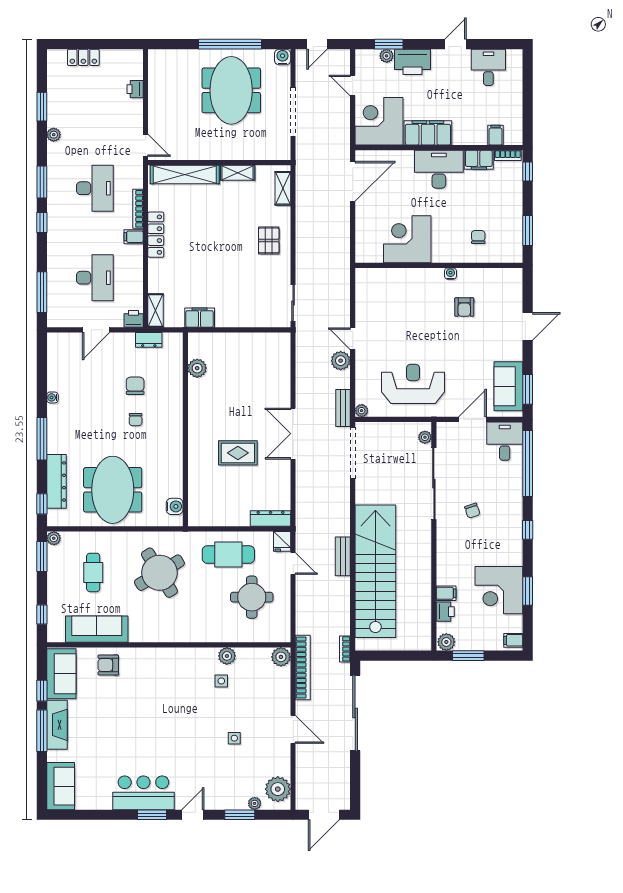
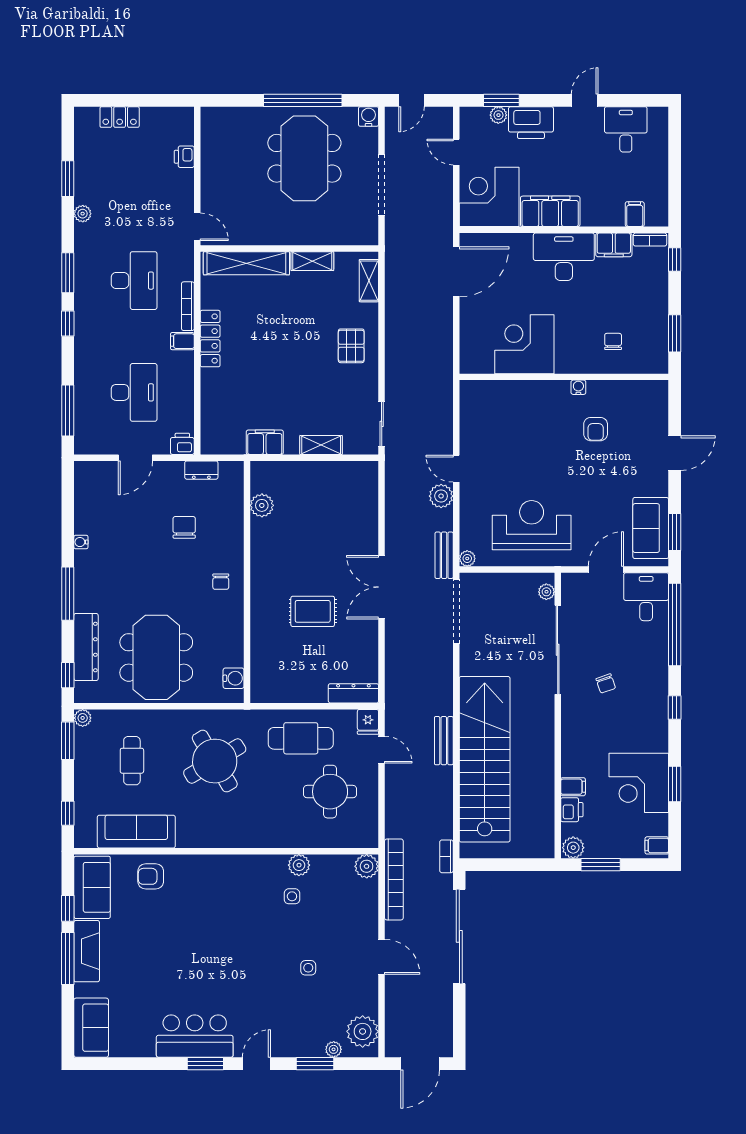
shelving: (156, 311) -> (321, 445), moved, turned 90
chair: (136, 420) -> (221, 582), moved

